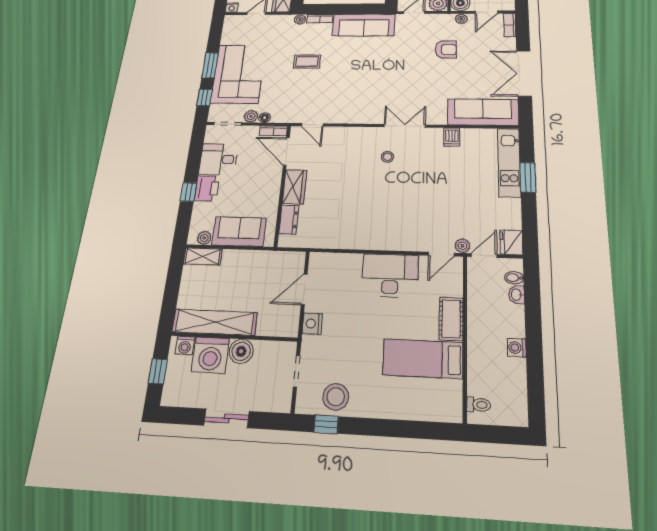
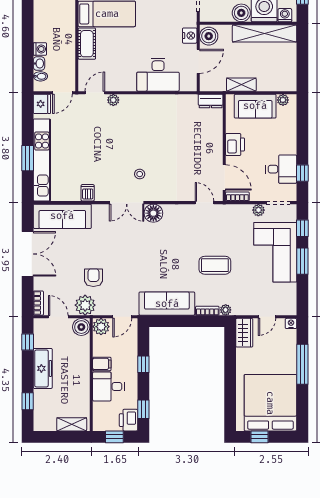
door: (486, 12) -> (58, 317), hinge flipped
plant: (461, 19) -> (85, 305), width x1.88, depth x1.88
armchair: (446, 50) -> (93, 278), turned 90
coffee table: (307, 61) -> (215, 265), width x1.36, depth x1.30
floor lamp: (265, 118) -> (153, 213), moved, width x1.89, depth x1.89
kitchen unit: (509, 162) -> (42, 160), width x1.36
wardrobe: (295, 187) -> (214, 146), removed
printer: (207, 188) -> (235, 144), moved, turned 180
window: (188, 192) -> (302, 173), moved
dresser: (289, 220) -> (211, 101), moved, turned -90
plant: (462, 246) -> (113, 100), moved
shelving: (203, 256) -> (241, 85), moved
desk: (390, 275) -> (158, 75), moved
boiler: (287, 322) -> (209, 36), added
washing machine: (517, 348) -> (40, 49), moved

